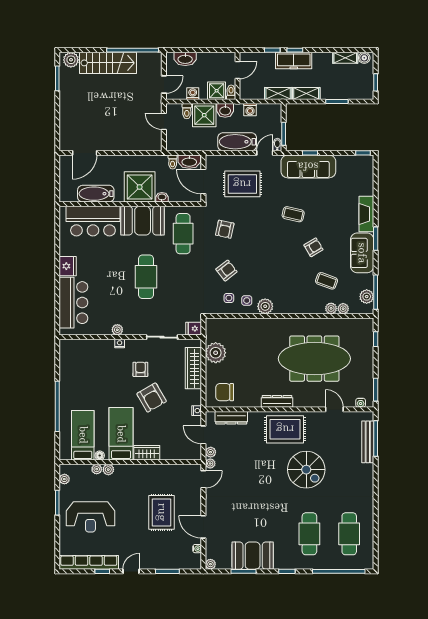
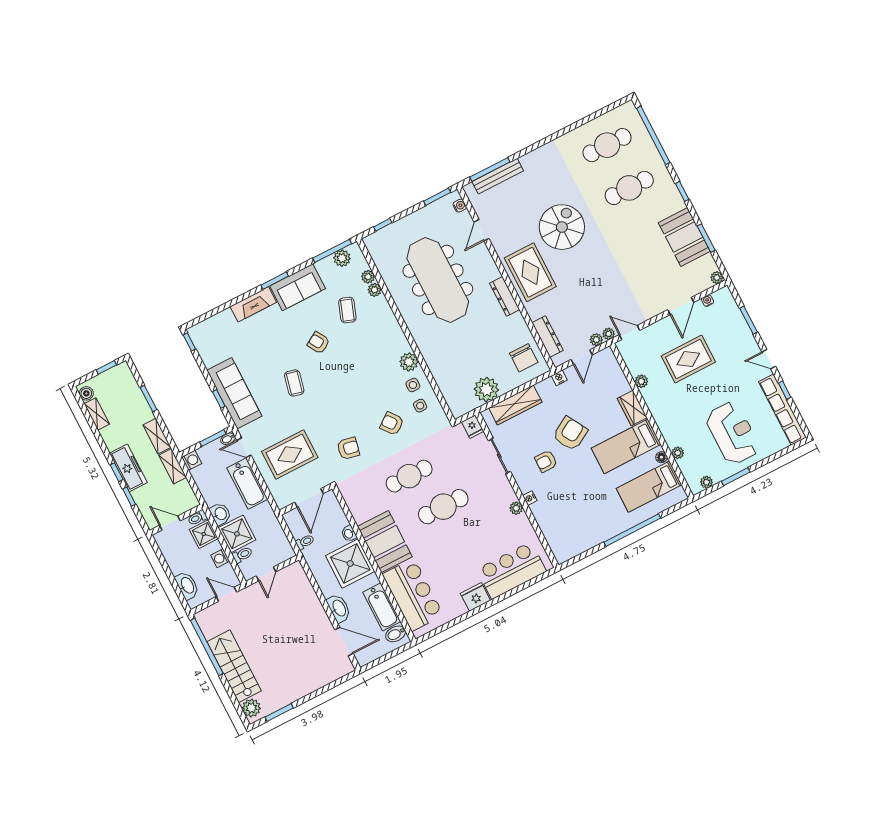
washing machine: (250, 110) -> (192, 460), moved
washbasin: (189, 162) -> (339, 608), moved
rug: (242, 184) -> (290, 454), turned 90
bidet: (71, 194) -> (396, 634), added
cafe table: (183, 234) -> (409, 476), moved
plant: (108, 470) -> (641, 381), moved

